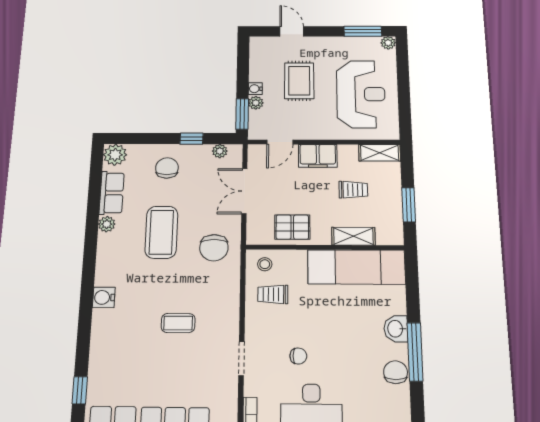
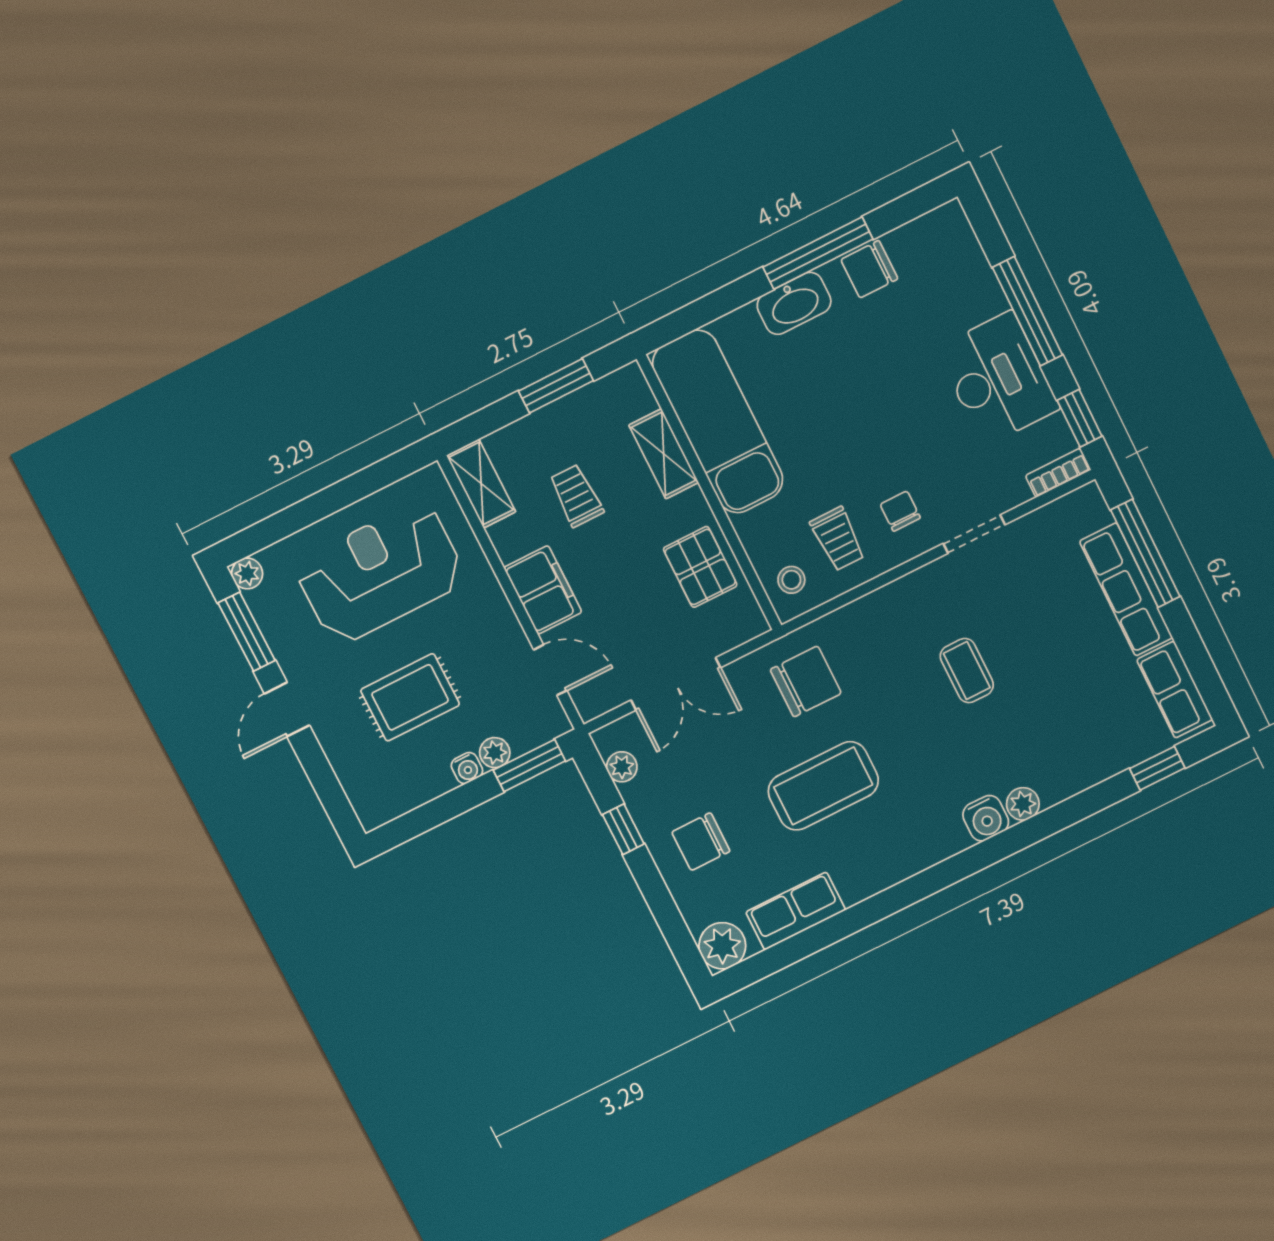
door: (292, 31) -> (287, 709), moved
plant: (107, 224) -> (1023, 804), moved
washbasin: (396, 329) -> (794, 303), width x1.38
chair: (298, 356) -> (900, 511), moved

